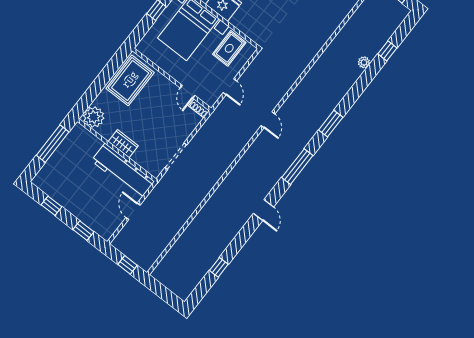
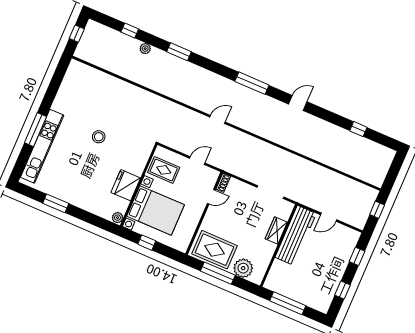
window: (104, 77) -> (218, 273), added
plant: (94, 117) -> (243, 268), moved
window: (331, 124) -> (179, 52), moved
wardrobe: (123, 144) -> (276, 230), moved

